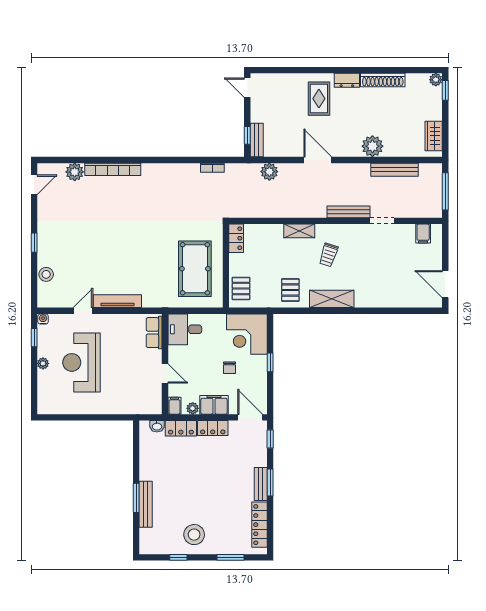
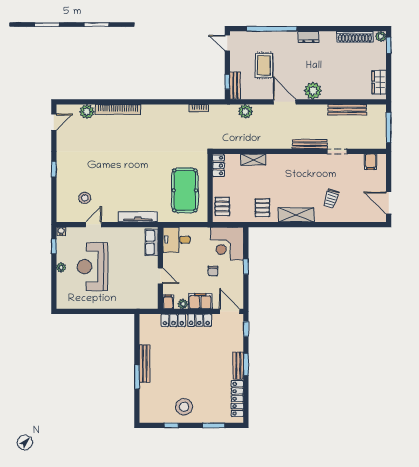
window: (302, 70) -> (272, 29), added
shoe rack: (383, 80) -> (355, 37), moved
rug: (319, 99) -> (264, 65), moved
plant: (372, 146) -> (313, 91), moved
shelving: (299, 231) -> (253, 160), moved
trolley: (328, 255) -> (331, 199), moved
stool: (46, 274) -> (85, 198), moved
tv unit: (117, 301) -> (138, 217), moved
washbasin: (157, 426) -> (154, 319), removed
bench: (146, 504) -> (145, 364), moved

